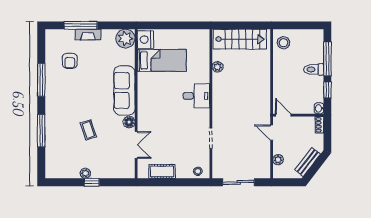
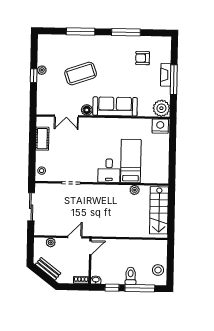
window: (81, 25) -> (174, 80), moved
stool: (283, 43) -> (158, 270), moved
bed: (162, 60) -> (131, 161), moved, turned 180
coffee table: (88, 130) -> (81, 74), width x1.86, depth x1.72

